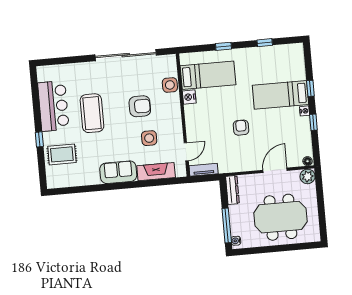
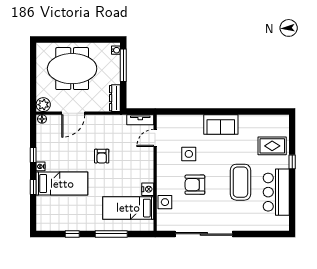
window: (223, 46) -> (111, 234), width x2.17
fireplace: (156, 172) -> (185, 122), removed

